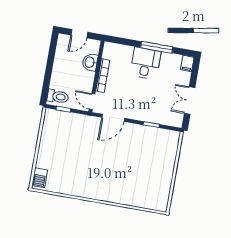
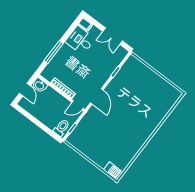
window: (157, 47) -> (54, 52), moved
washbasin: (90, 62) -> (40, 85), moved
desk: (146, 63) -> (80, 40), moved

